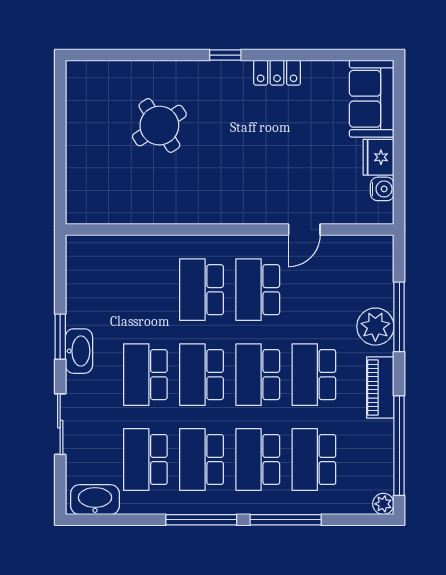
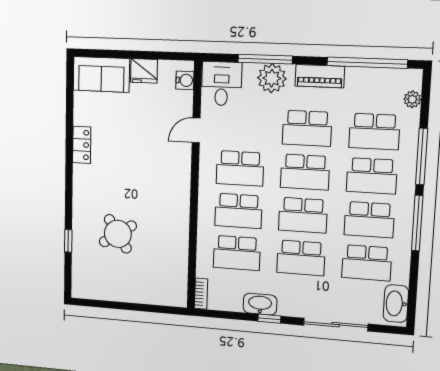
window: (225, 55) -> (68, 241), moved
water cooler: (382, 189) -> (185, 80), moved, turned 90
door: (304, 230) -> (196, 130), swing flipped
bookcase: (86, 243) -> (201, 294), added
desk: (366, 261) -> (222, 84), added
school desk: (145, 290) -> (237, 253), added
window: (60, 337) -> (269, 319), width x0.67
washbasin: (79, 351) -> (260, 304), moved
sliding door: (60, 424) -> (336, 325), width x1.37
plant: (383, 504) -> (412, 99), moved

